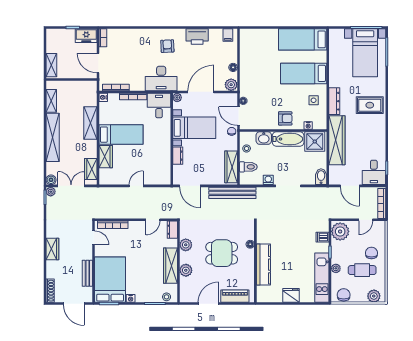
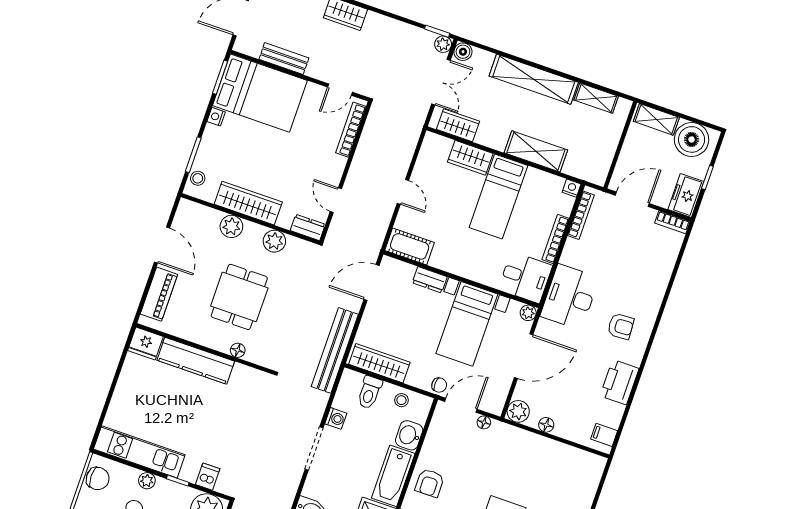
boiler: (56, 43) -> (692, 139), added
door: (201, 92) -> (524, 356), hinge flipped
cot: (164, 172) -> (410, 246), added
fridge: (291, 295) -> (145, 344), moved, turned 90

